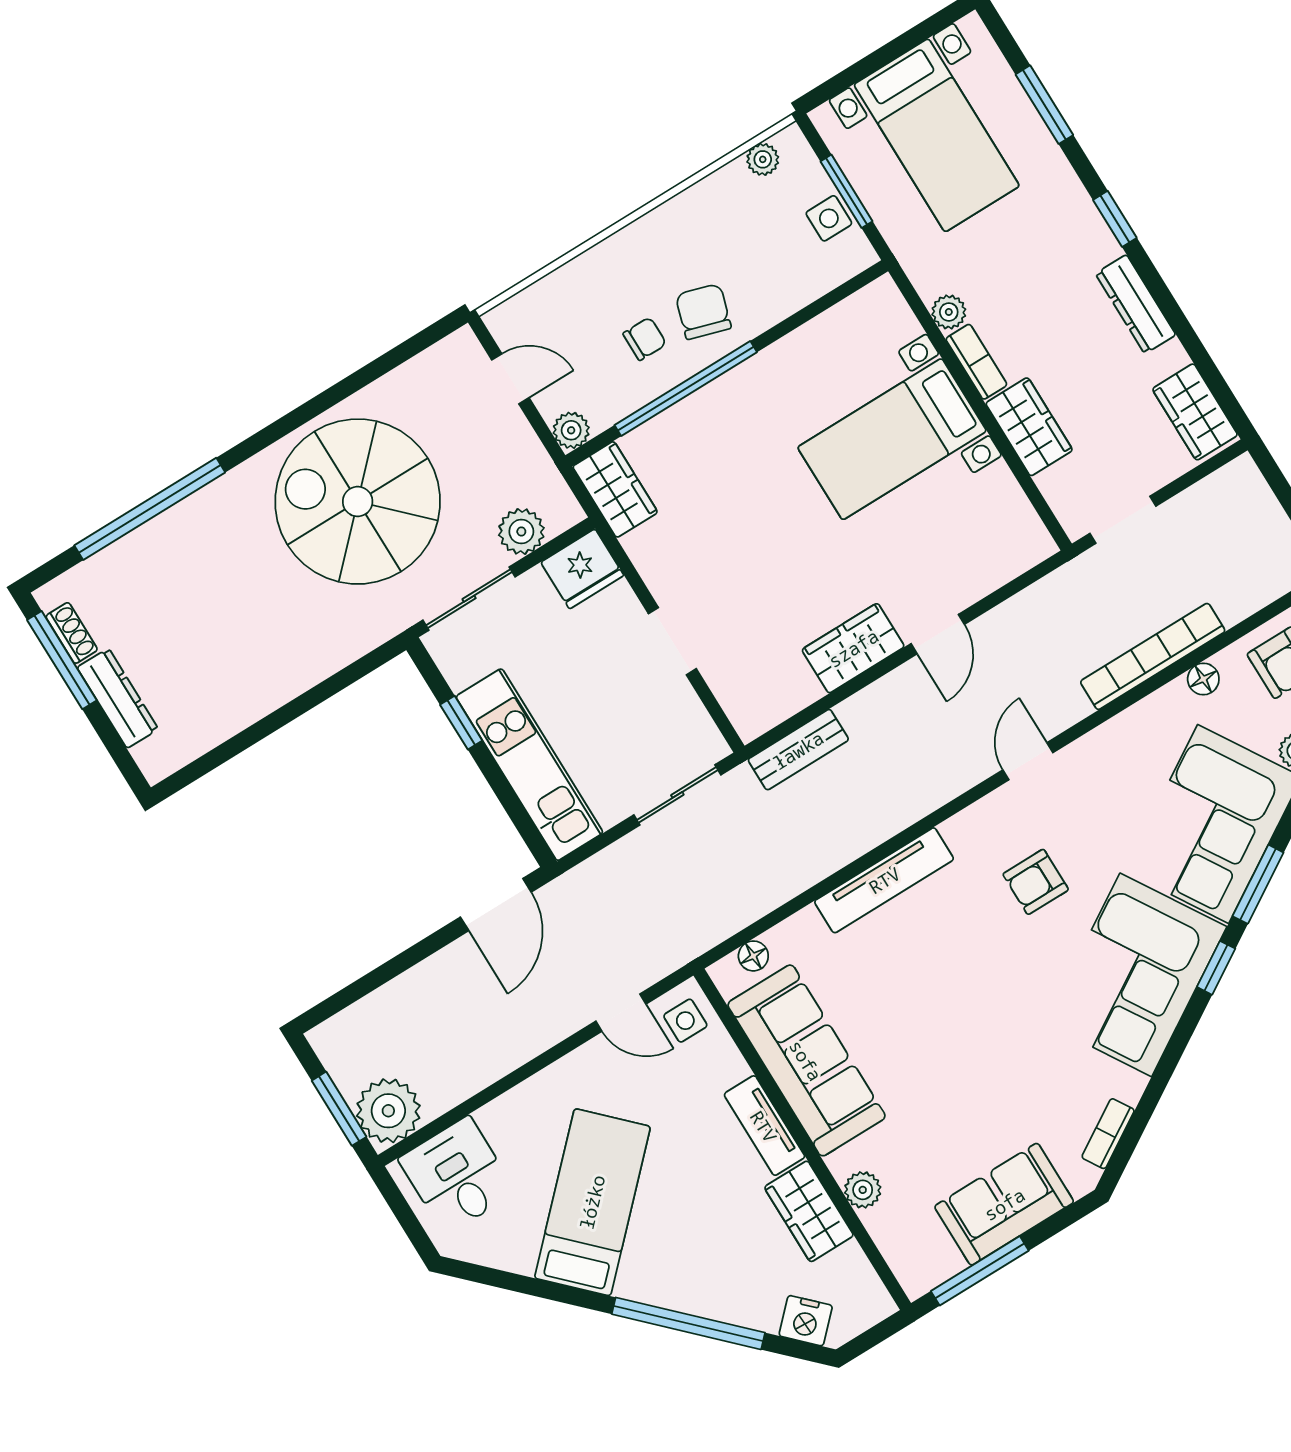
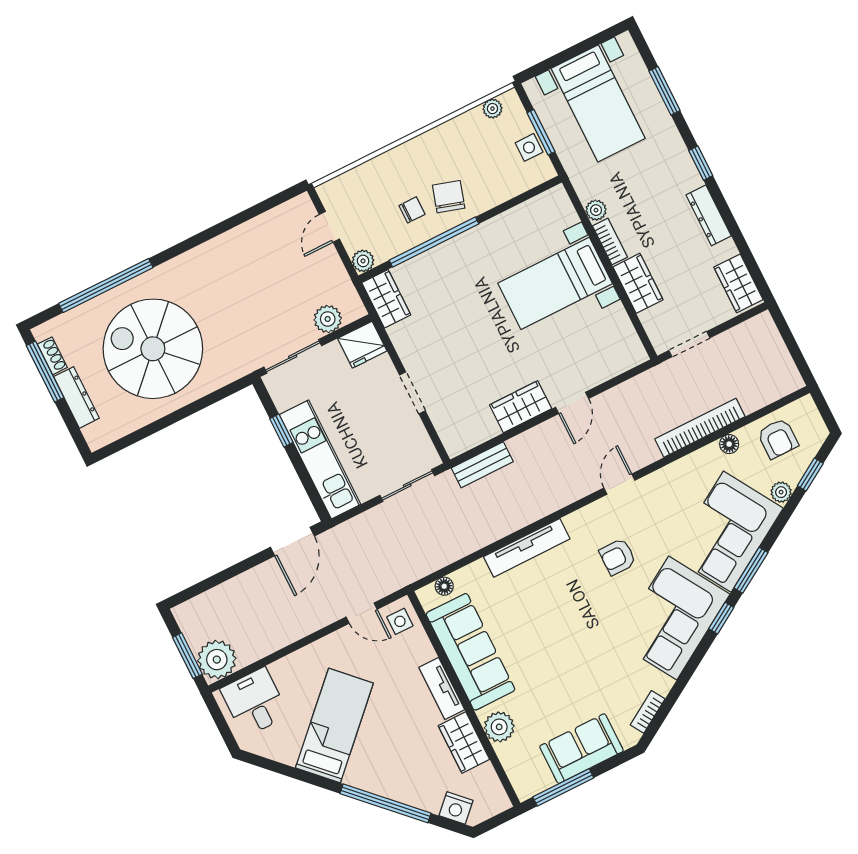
door: (510, 379) -> (329, 227), swing flipped
spiral stairs: (358, 502) -> (153, 349), moved
plant: (863, 1190) -> (499, 727), width x1.38, depth x1.38

